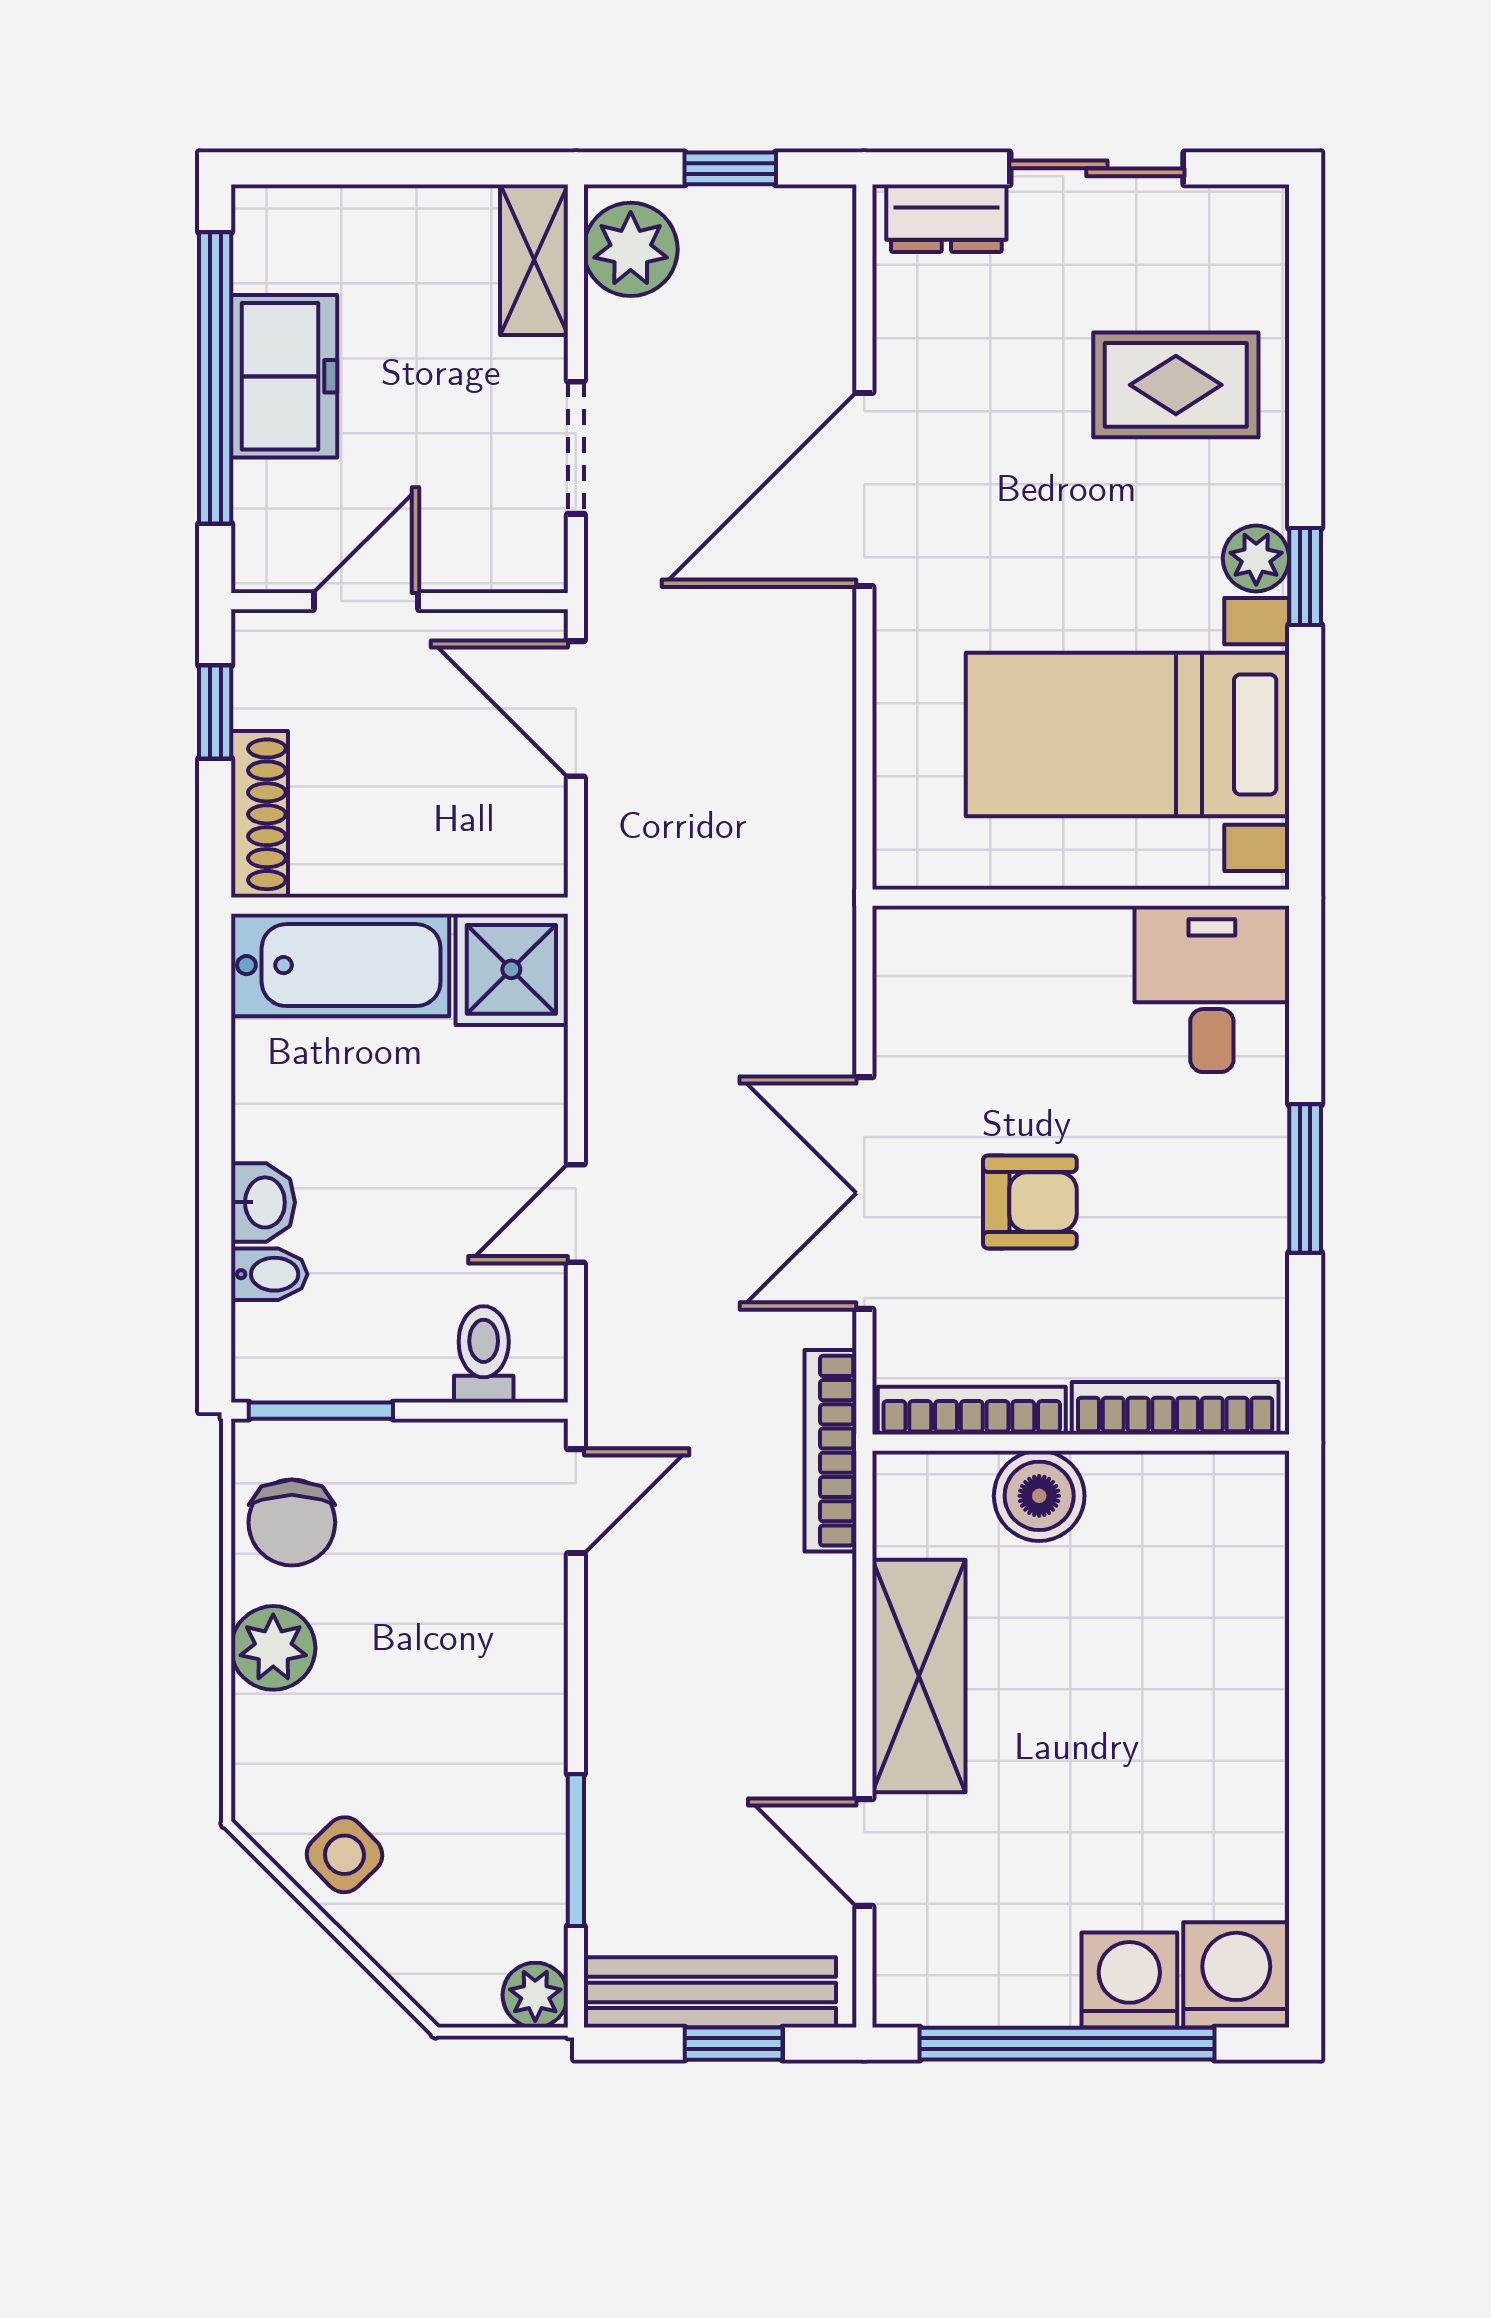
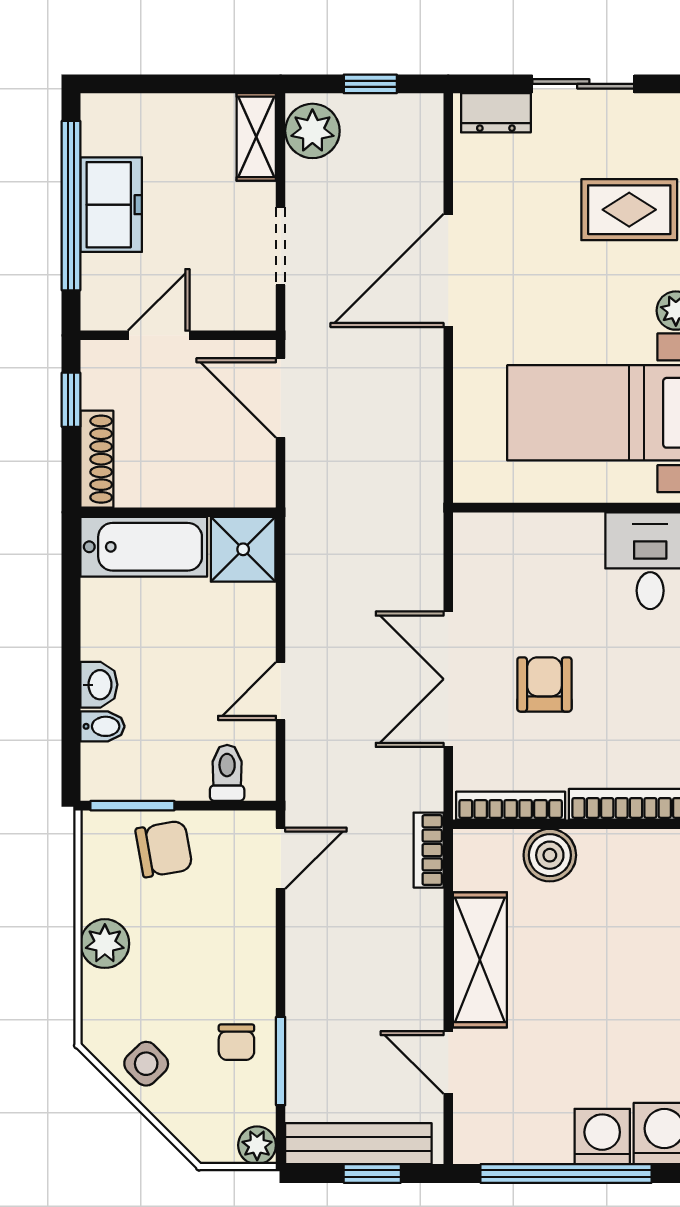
armchair: (1030, 1202) -> (544, 684), turned -90
bookcase: (830, 1451) -> (429, 850), width x0.64
chair: (292, 1522) -> (164, 849), moved, turned -100
chair: (500, 1818) -> (236, 1042), added

